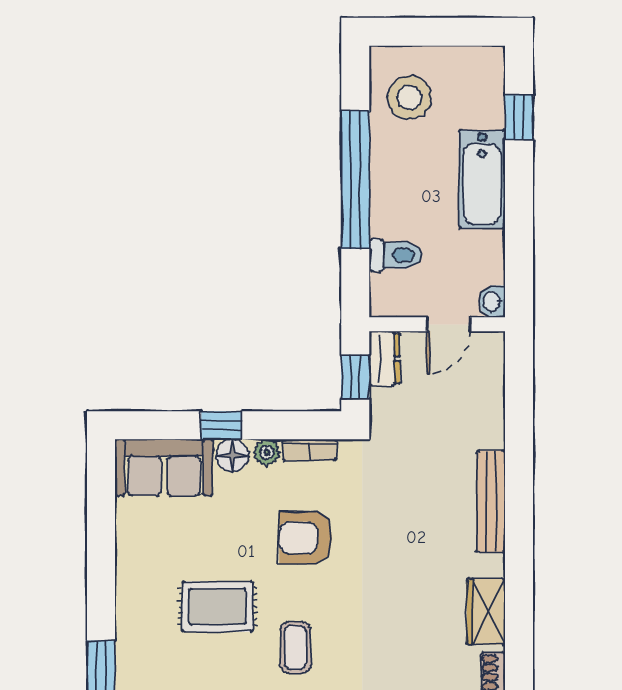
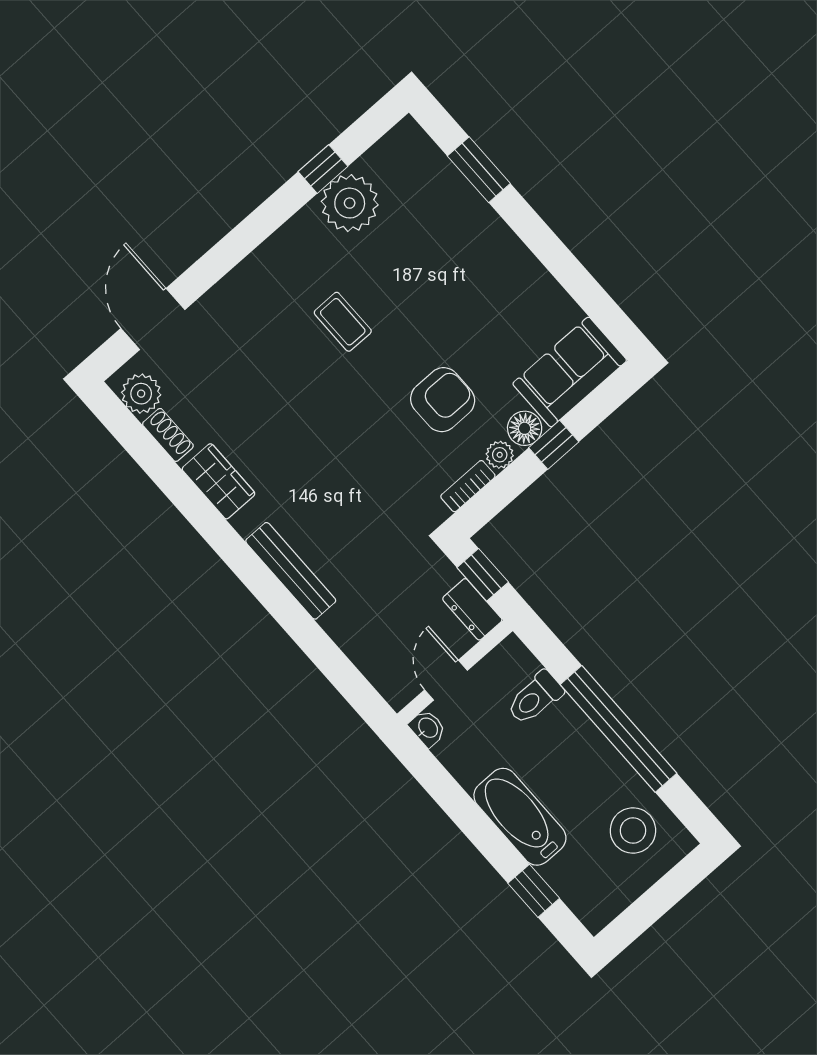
armchair: (306, 538) -> (443, 400), moved
rug: (218, 607) -> (432, 300), removed

